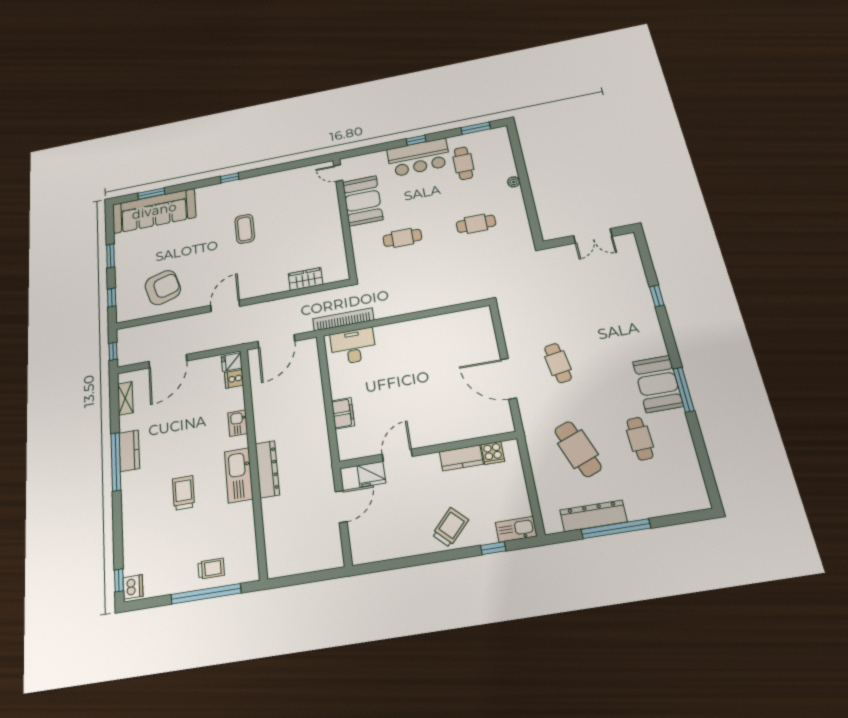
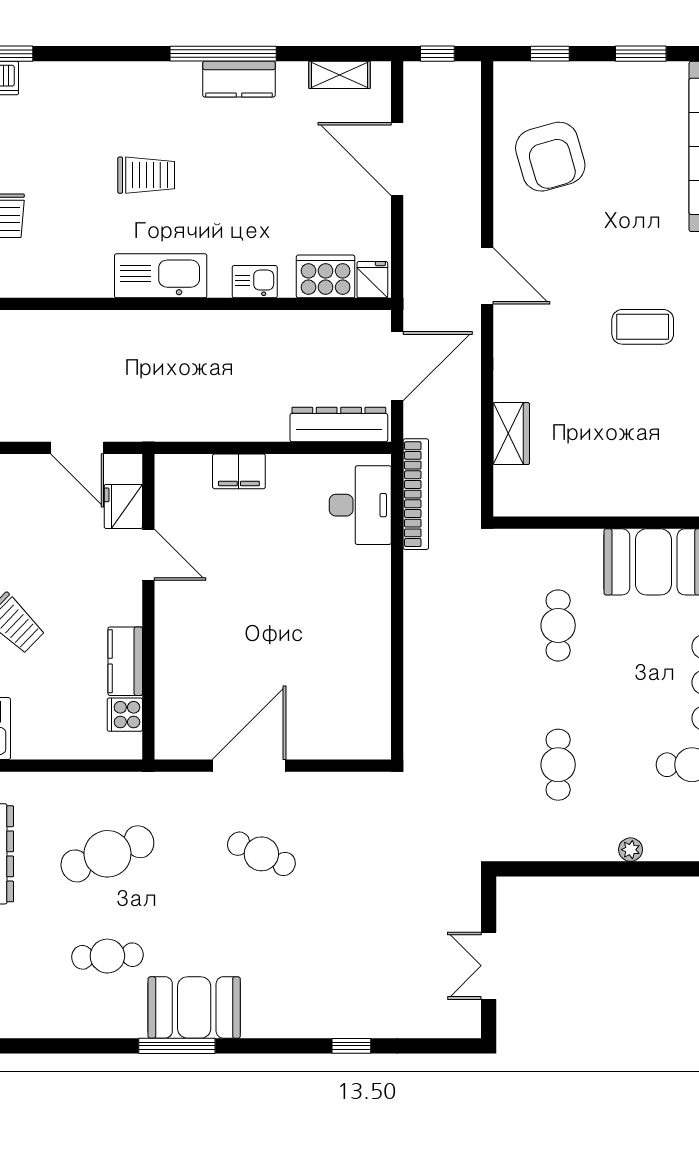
door: (276, 341) -> (397, 366), swing flipped
cafe table: (558, 363) -> (261, 854), turned 33
cooker: (234, 379) -> (326, 276), width x1.87, depth x1.31
dresser: (267, 469) -> (339, 424), moved, turned 180

